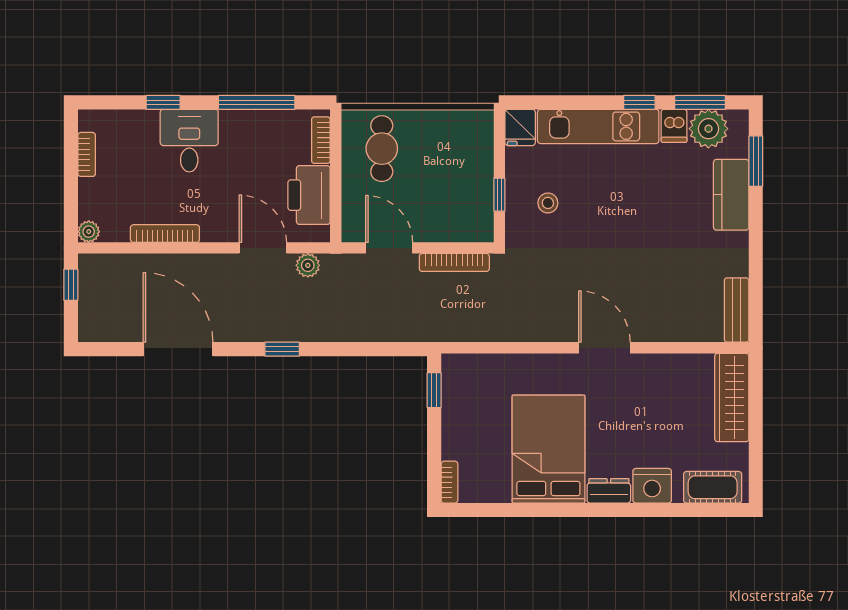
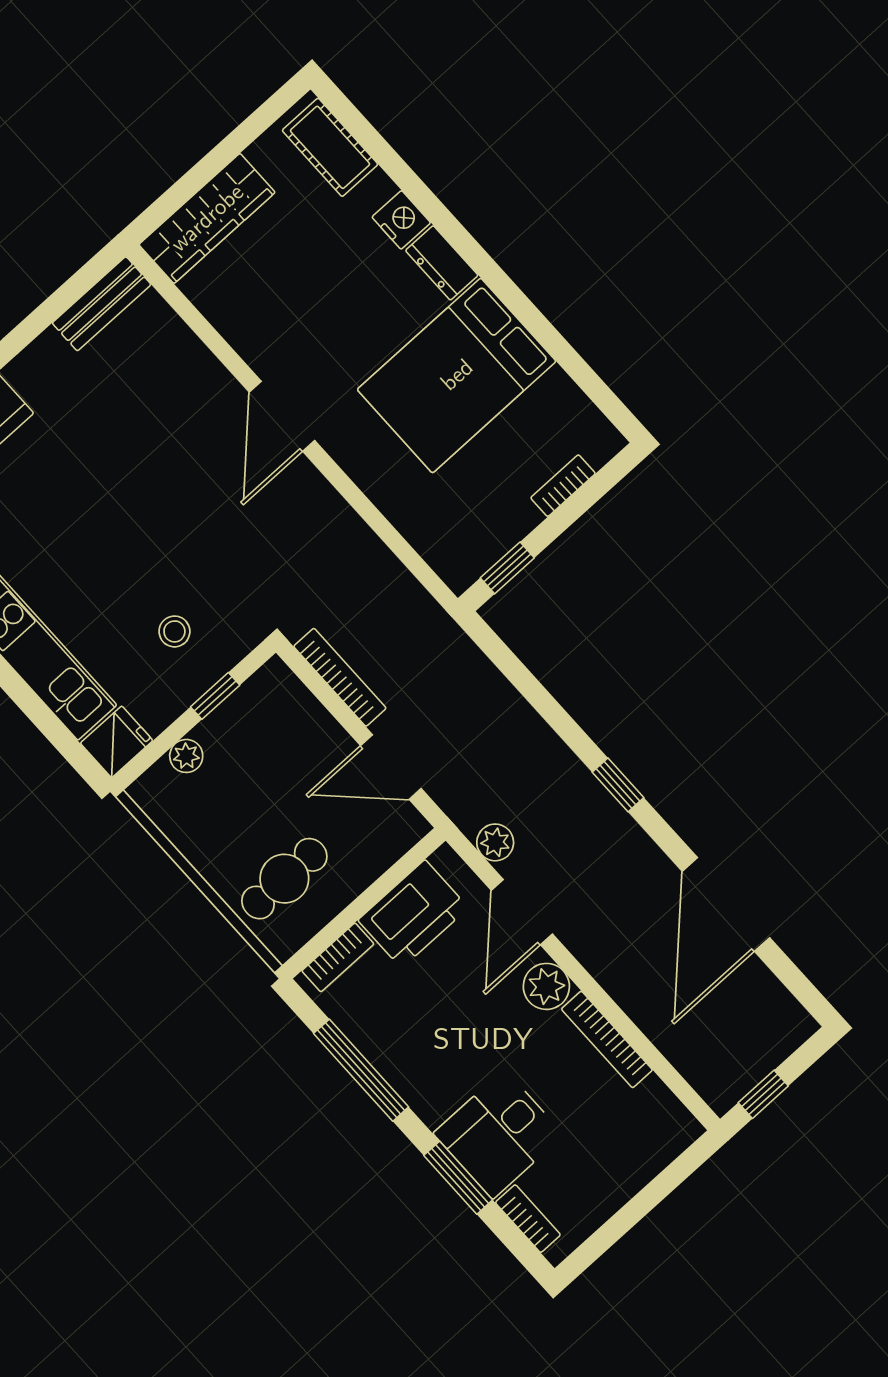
window: (163, 102) -> (458, 1178), width x1.50
desk: (189, 141) -> (499, 1134), moved
bookcase: (87, 154) -> (528, 1219), moved, turned 90
plant: (483, 155) -> (186, 756), added
plant: (89, 232) -> (546, 986), moved, width x1.38, depth x1.38
door: (389, 248) -> (391, 767), hinge flipped
bookcase: (449, 482) -> (563, 486), moved
nightstand: (652, 486) -> (401, 220), width x0.74, depth x0.75

